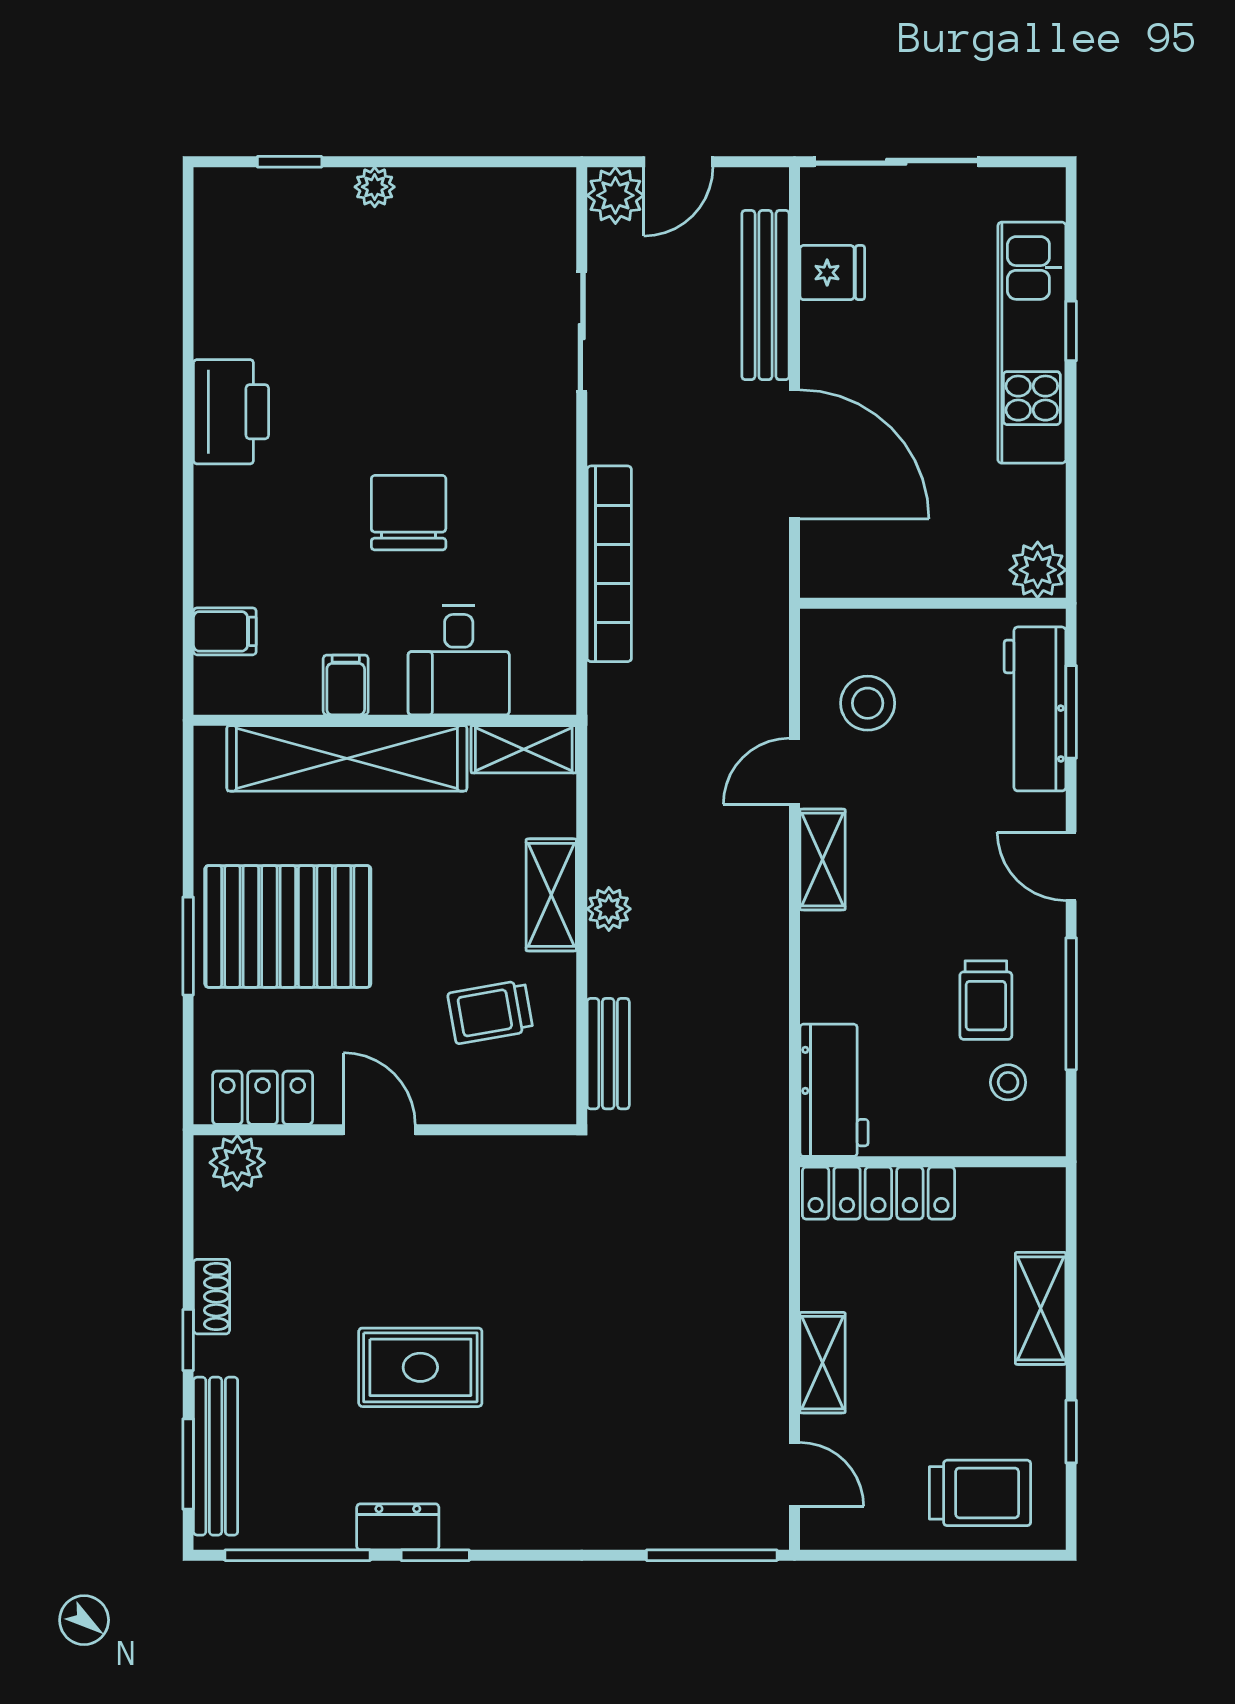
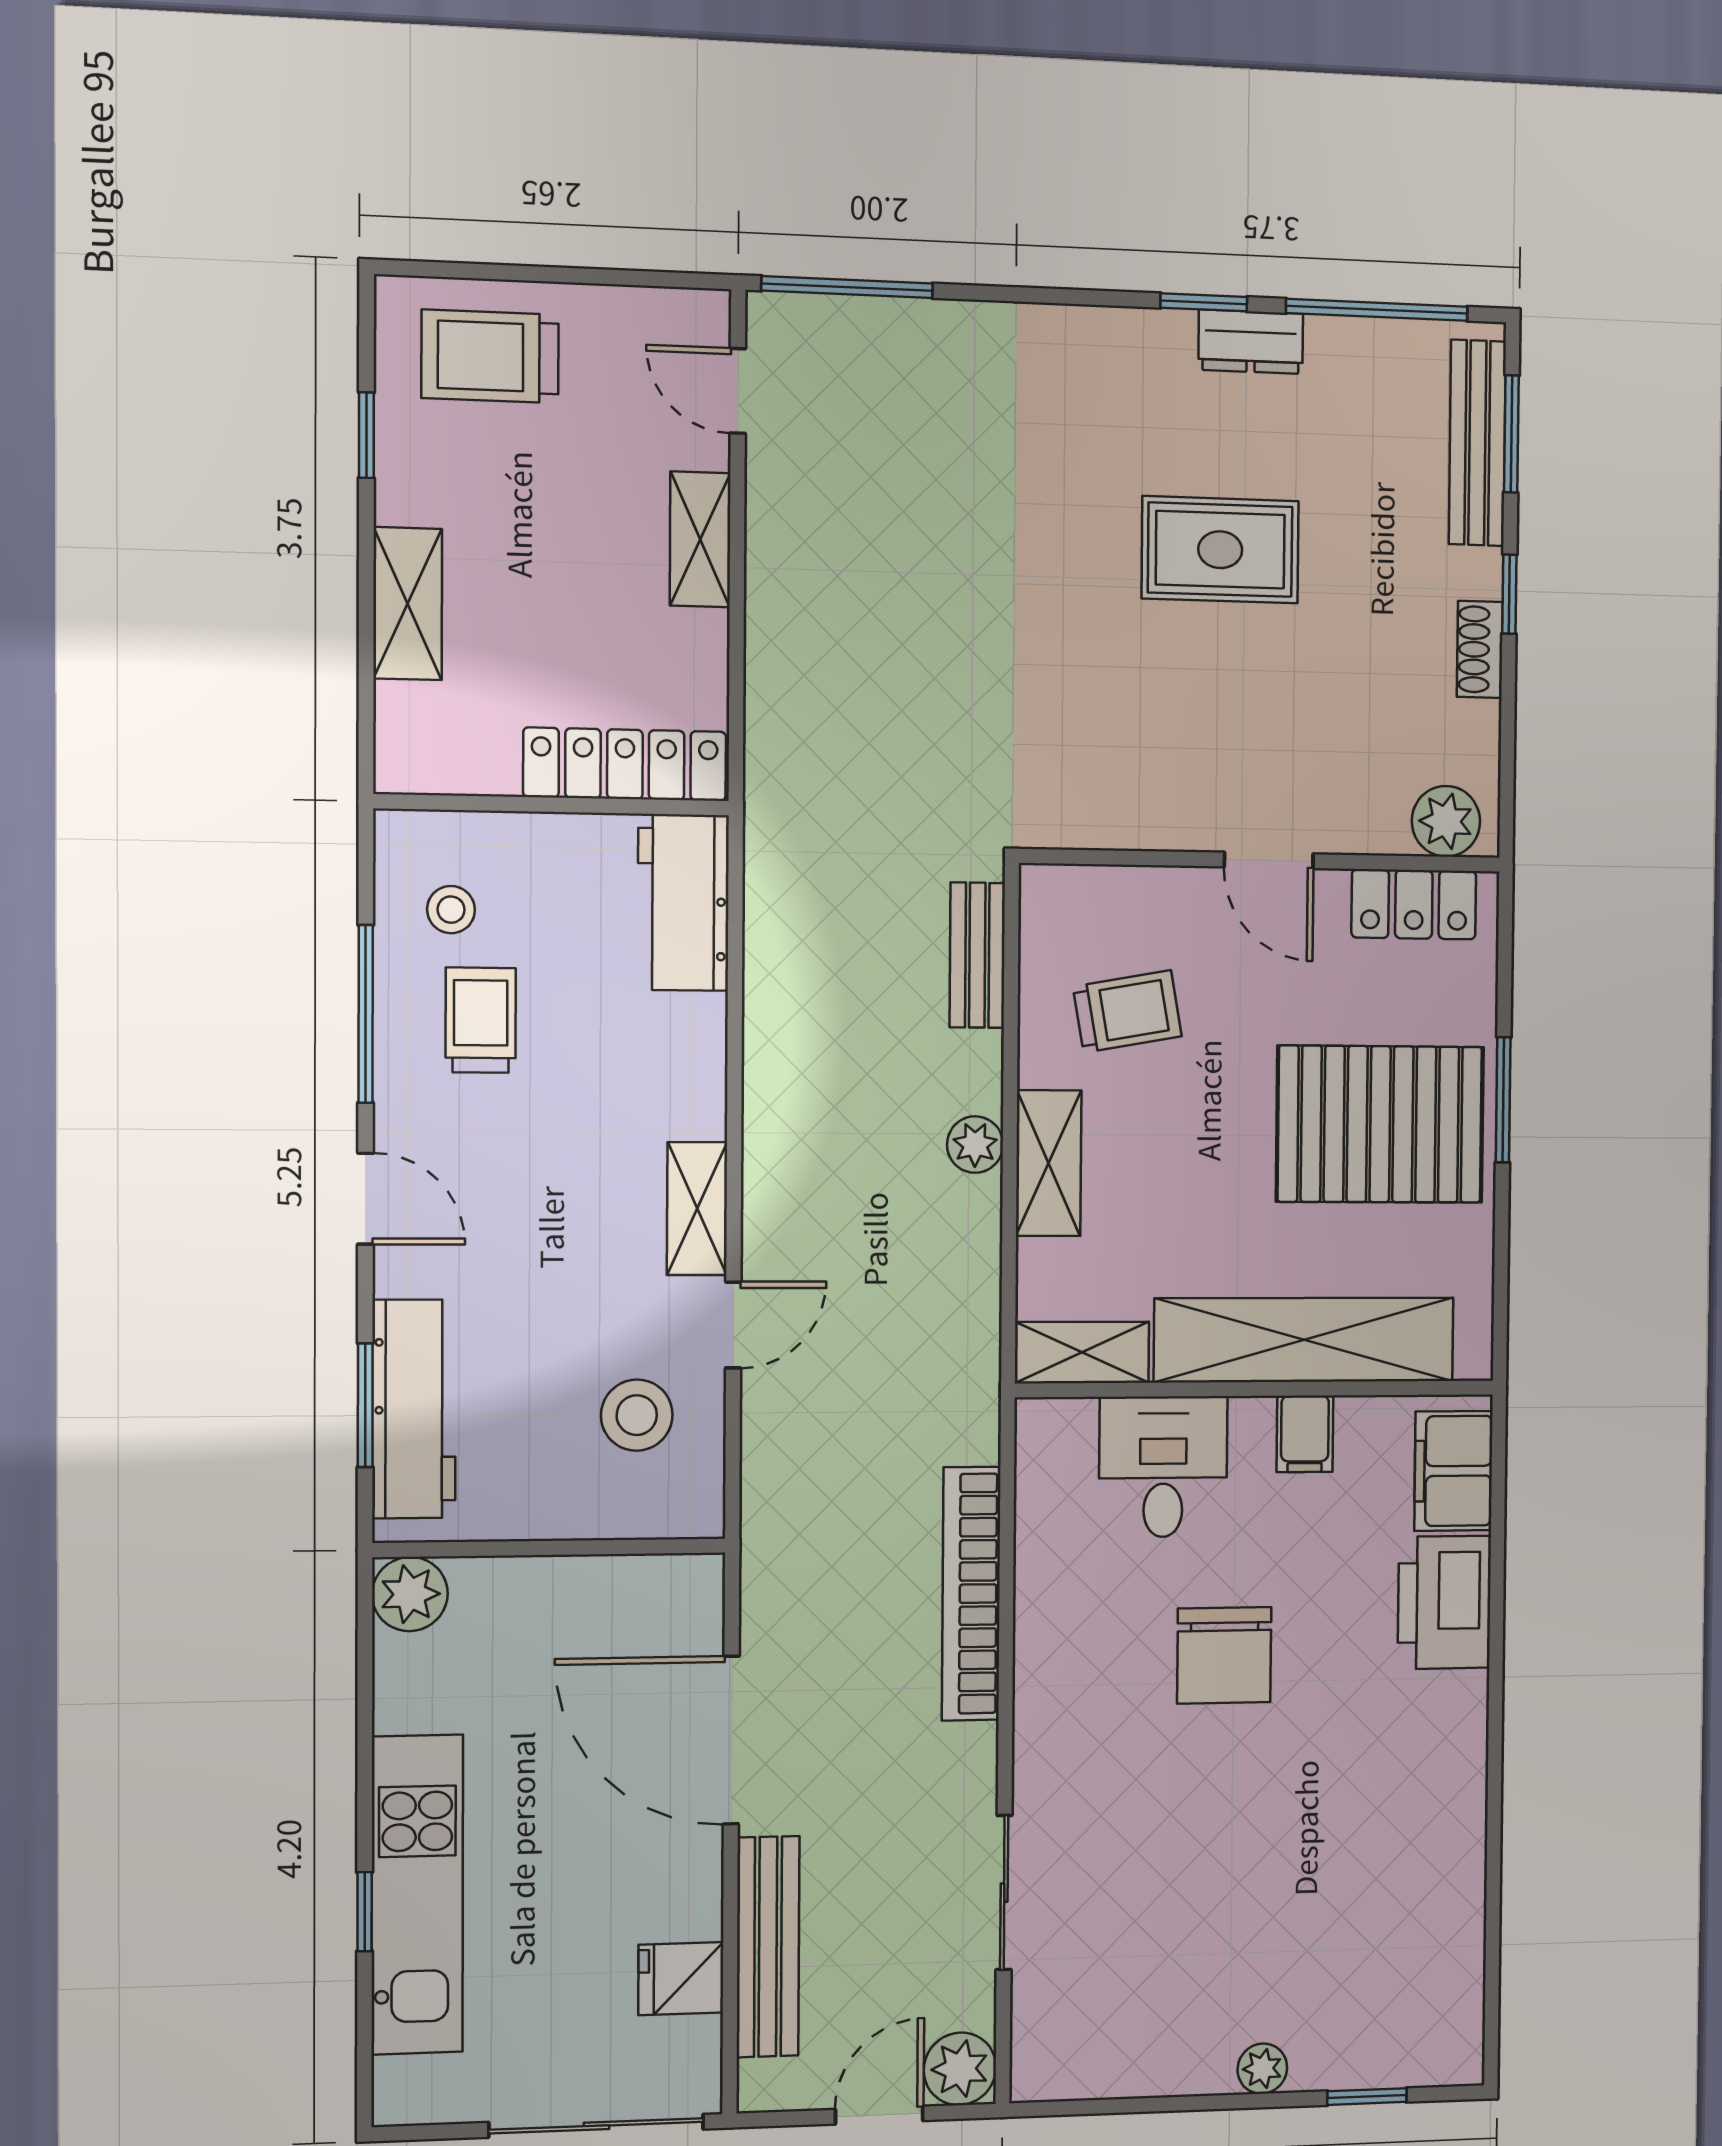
printer: (231, 412) -> (1444, 1602), moved
filing cabinet: (225, 631) -> (1454, 1471), width x2.00

